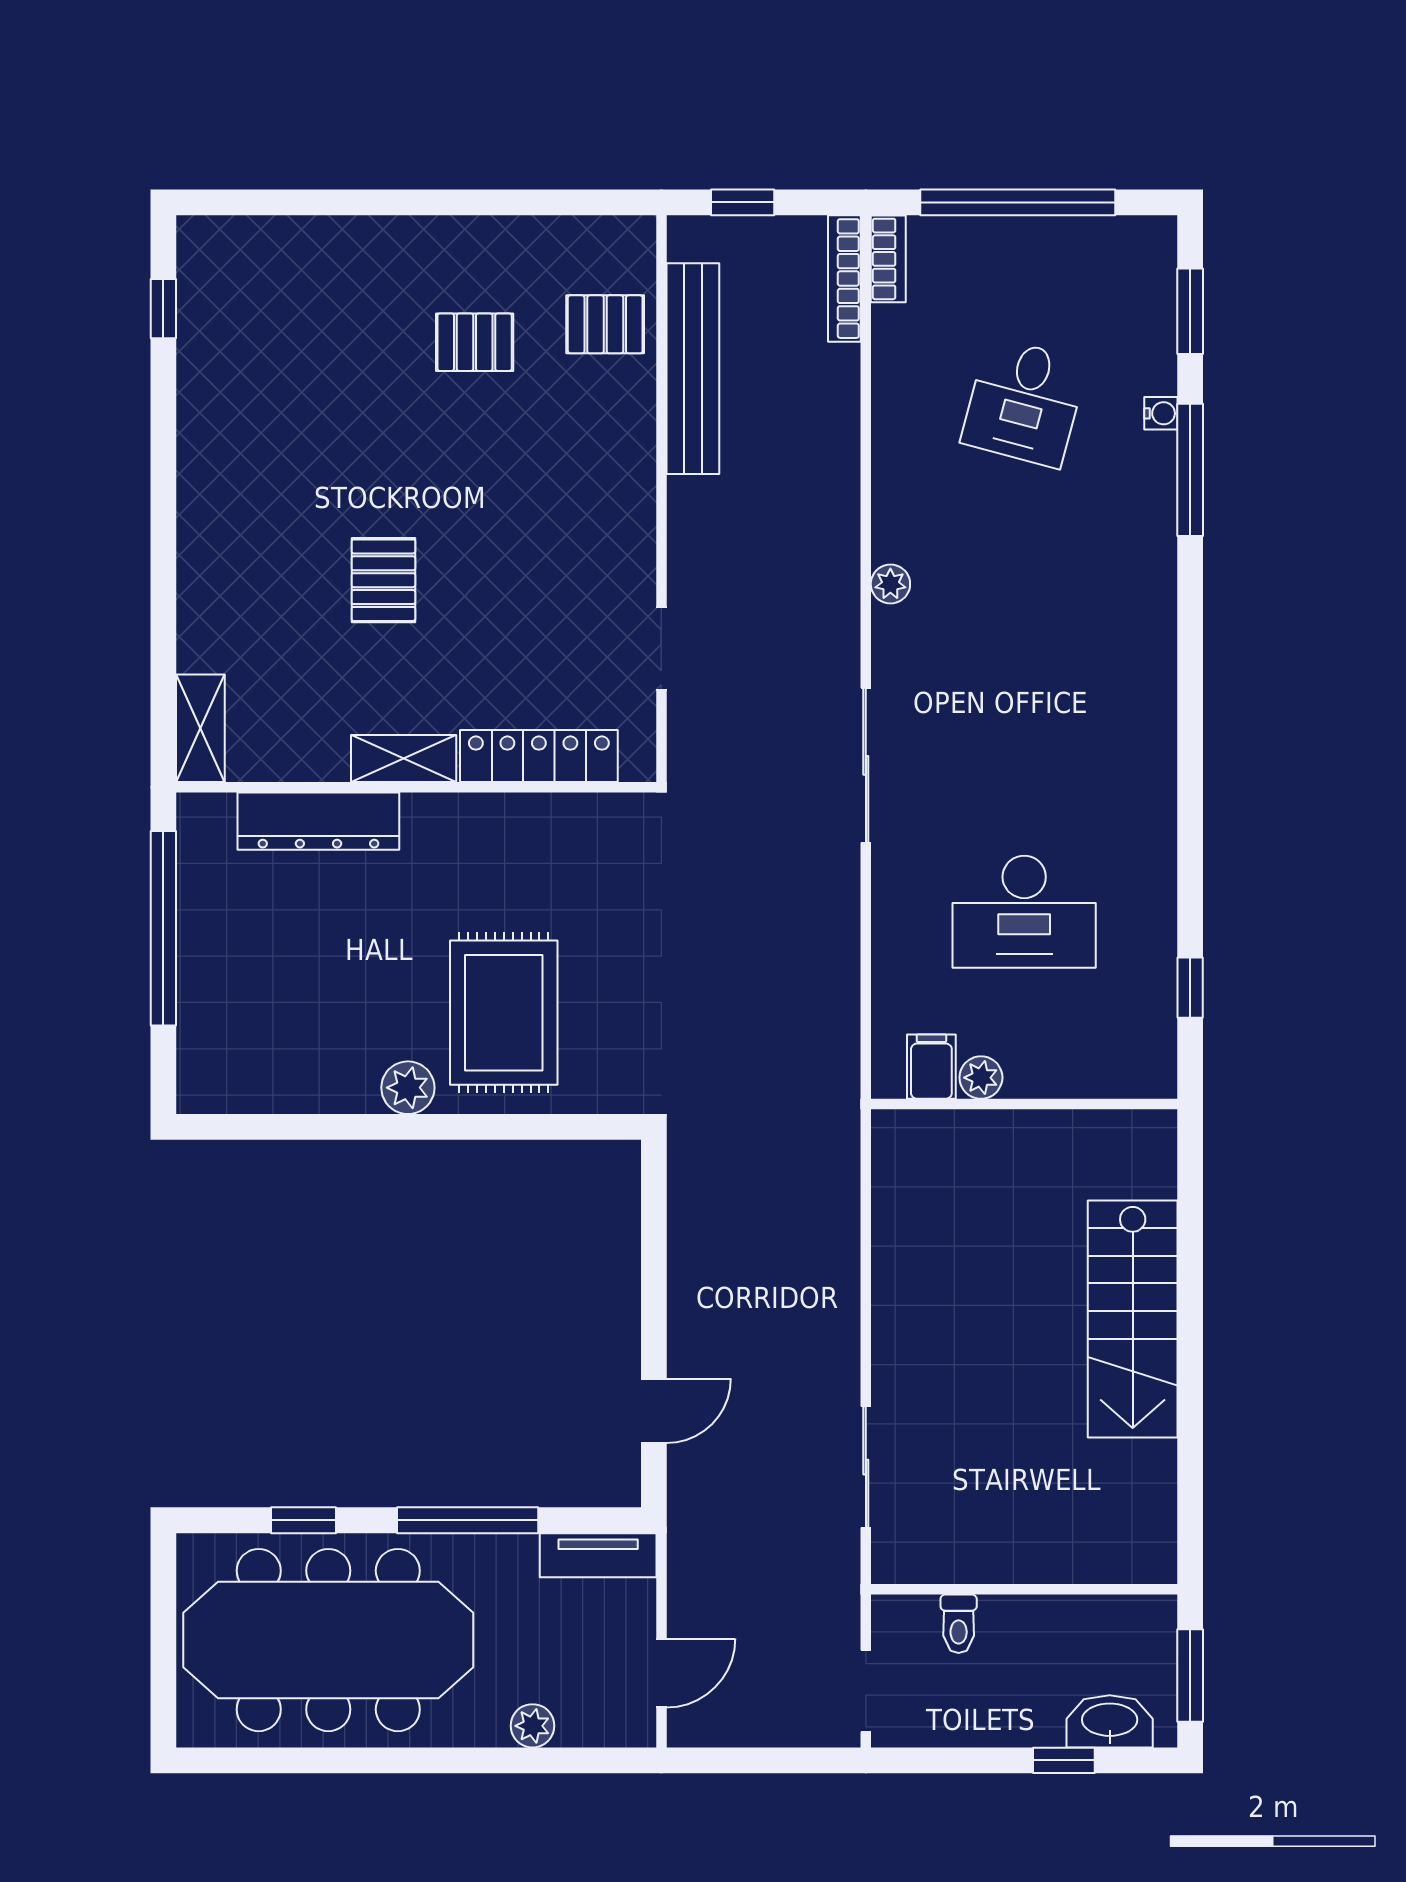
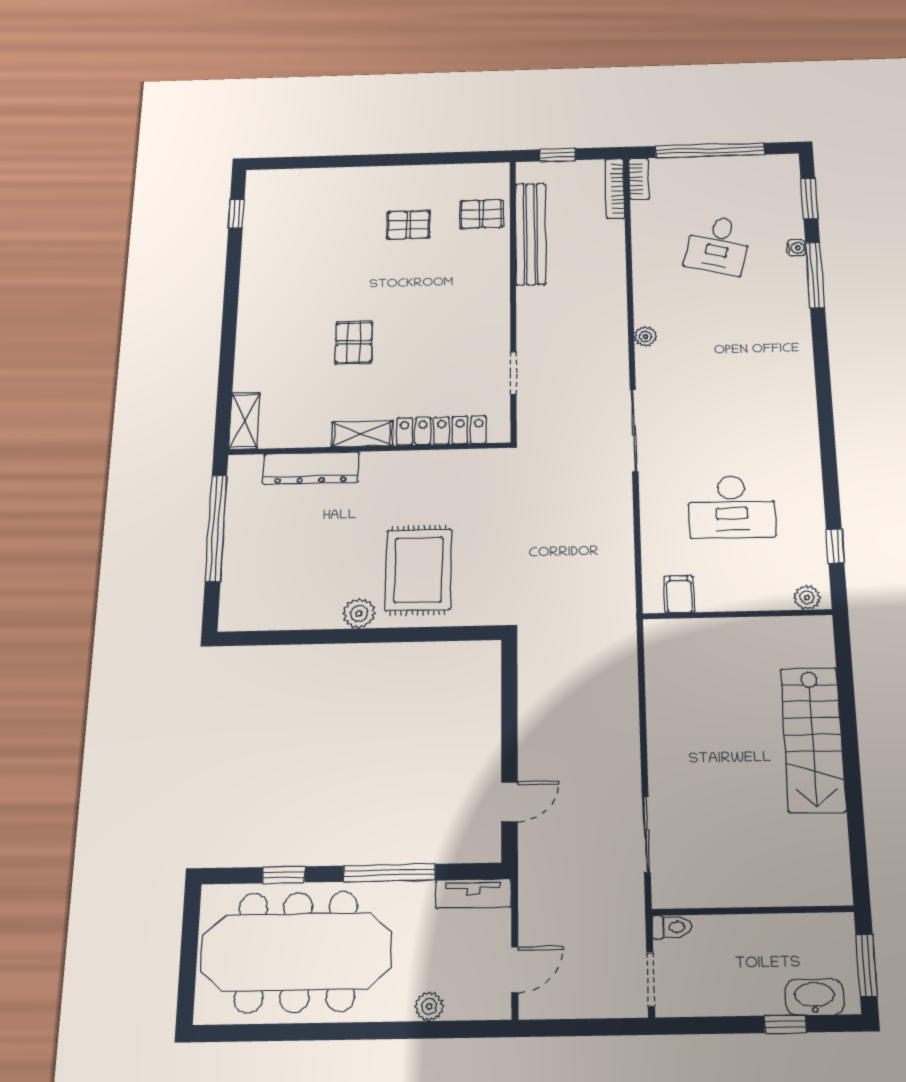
plant: (981, 1078) -> (807, 597), moved
toilet: (959, 1624) -> (672, 927), moved, turned -90

